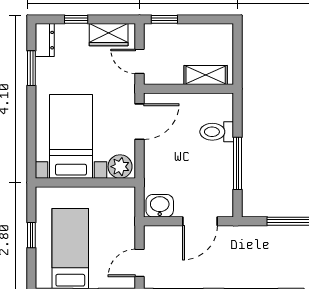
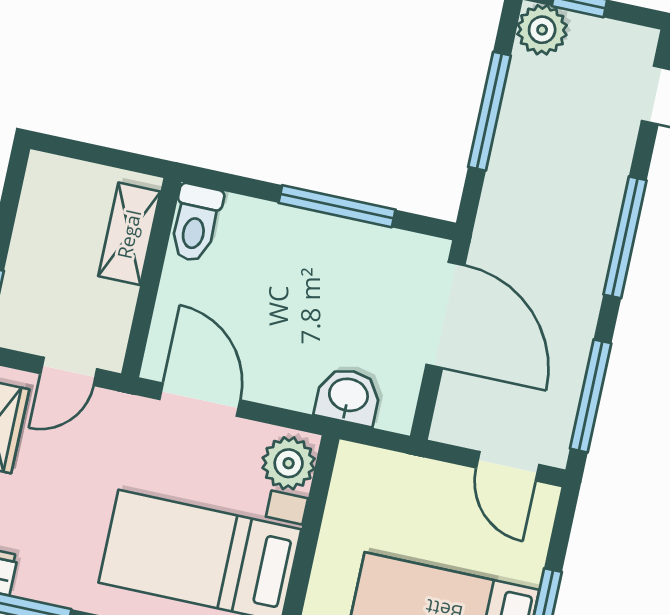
toilet: (217, 132) -> (195, 223), moved
washbasin: (160, 206) -> (348, 396), moved, turned 90
door: (200, 221) -> (445, 315), width x1.36

